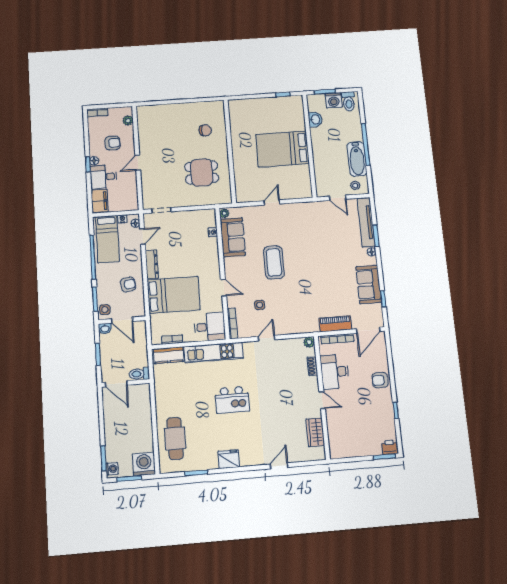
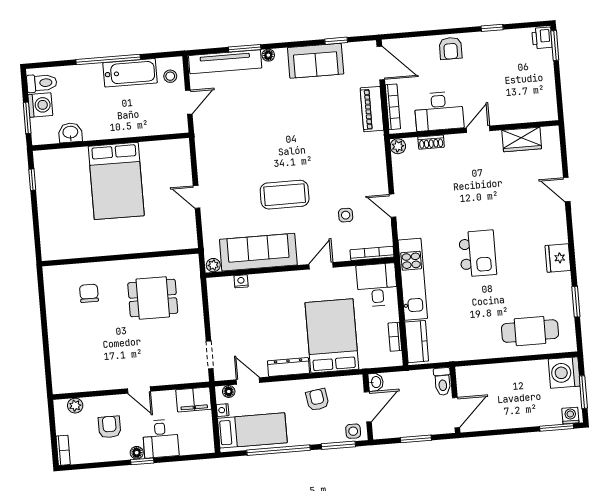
dining table: (202, 172) -> (153, 298), turned 90
filing cabinet: (100, 201) -> (194, 399), moved, turned 180
sofa: (233, 237) -> (258, 252), width x1.36
washbasin: (105, 328) -> (376, 382), moved

